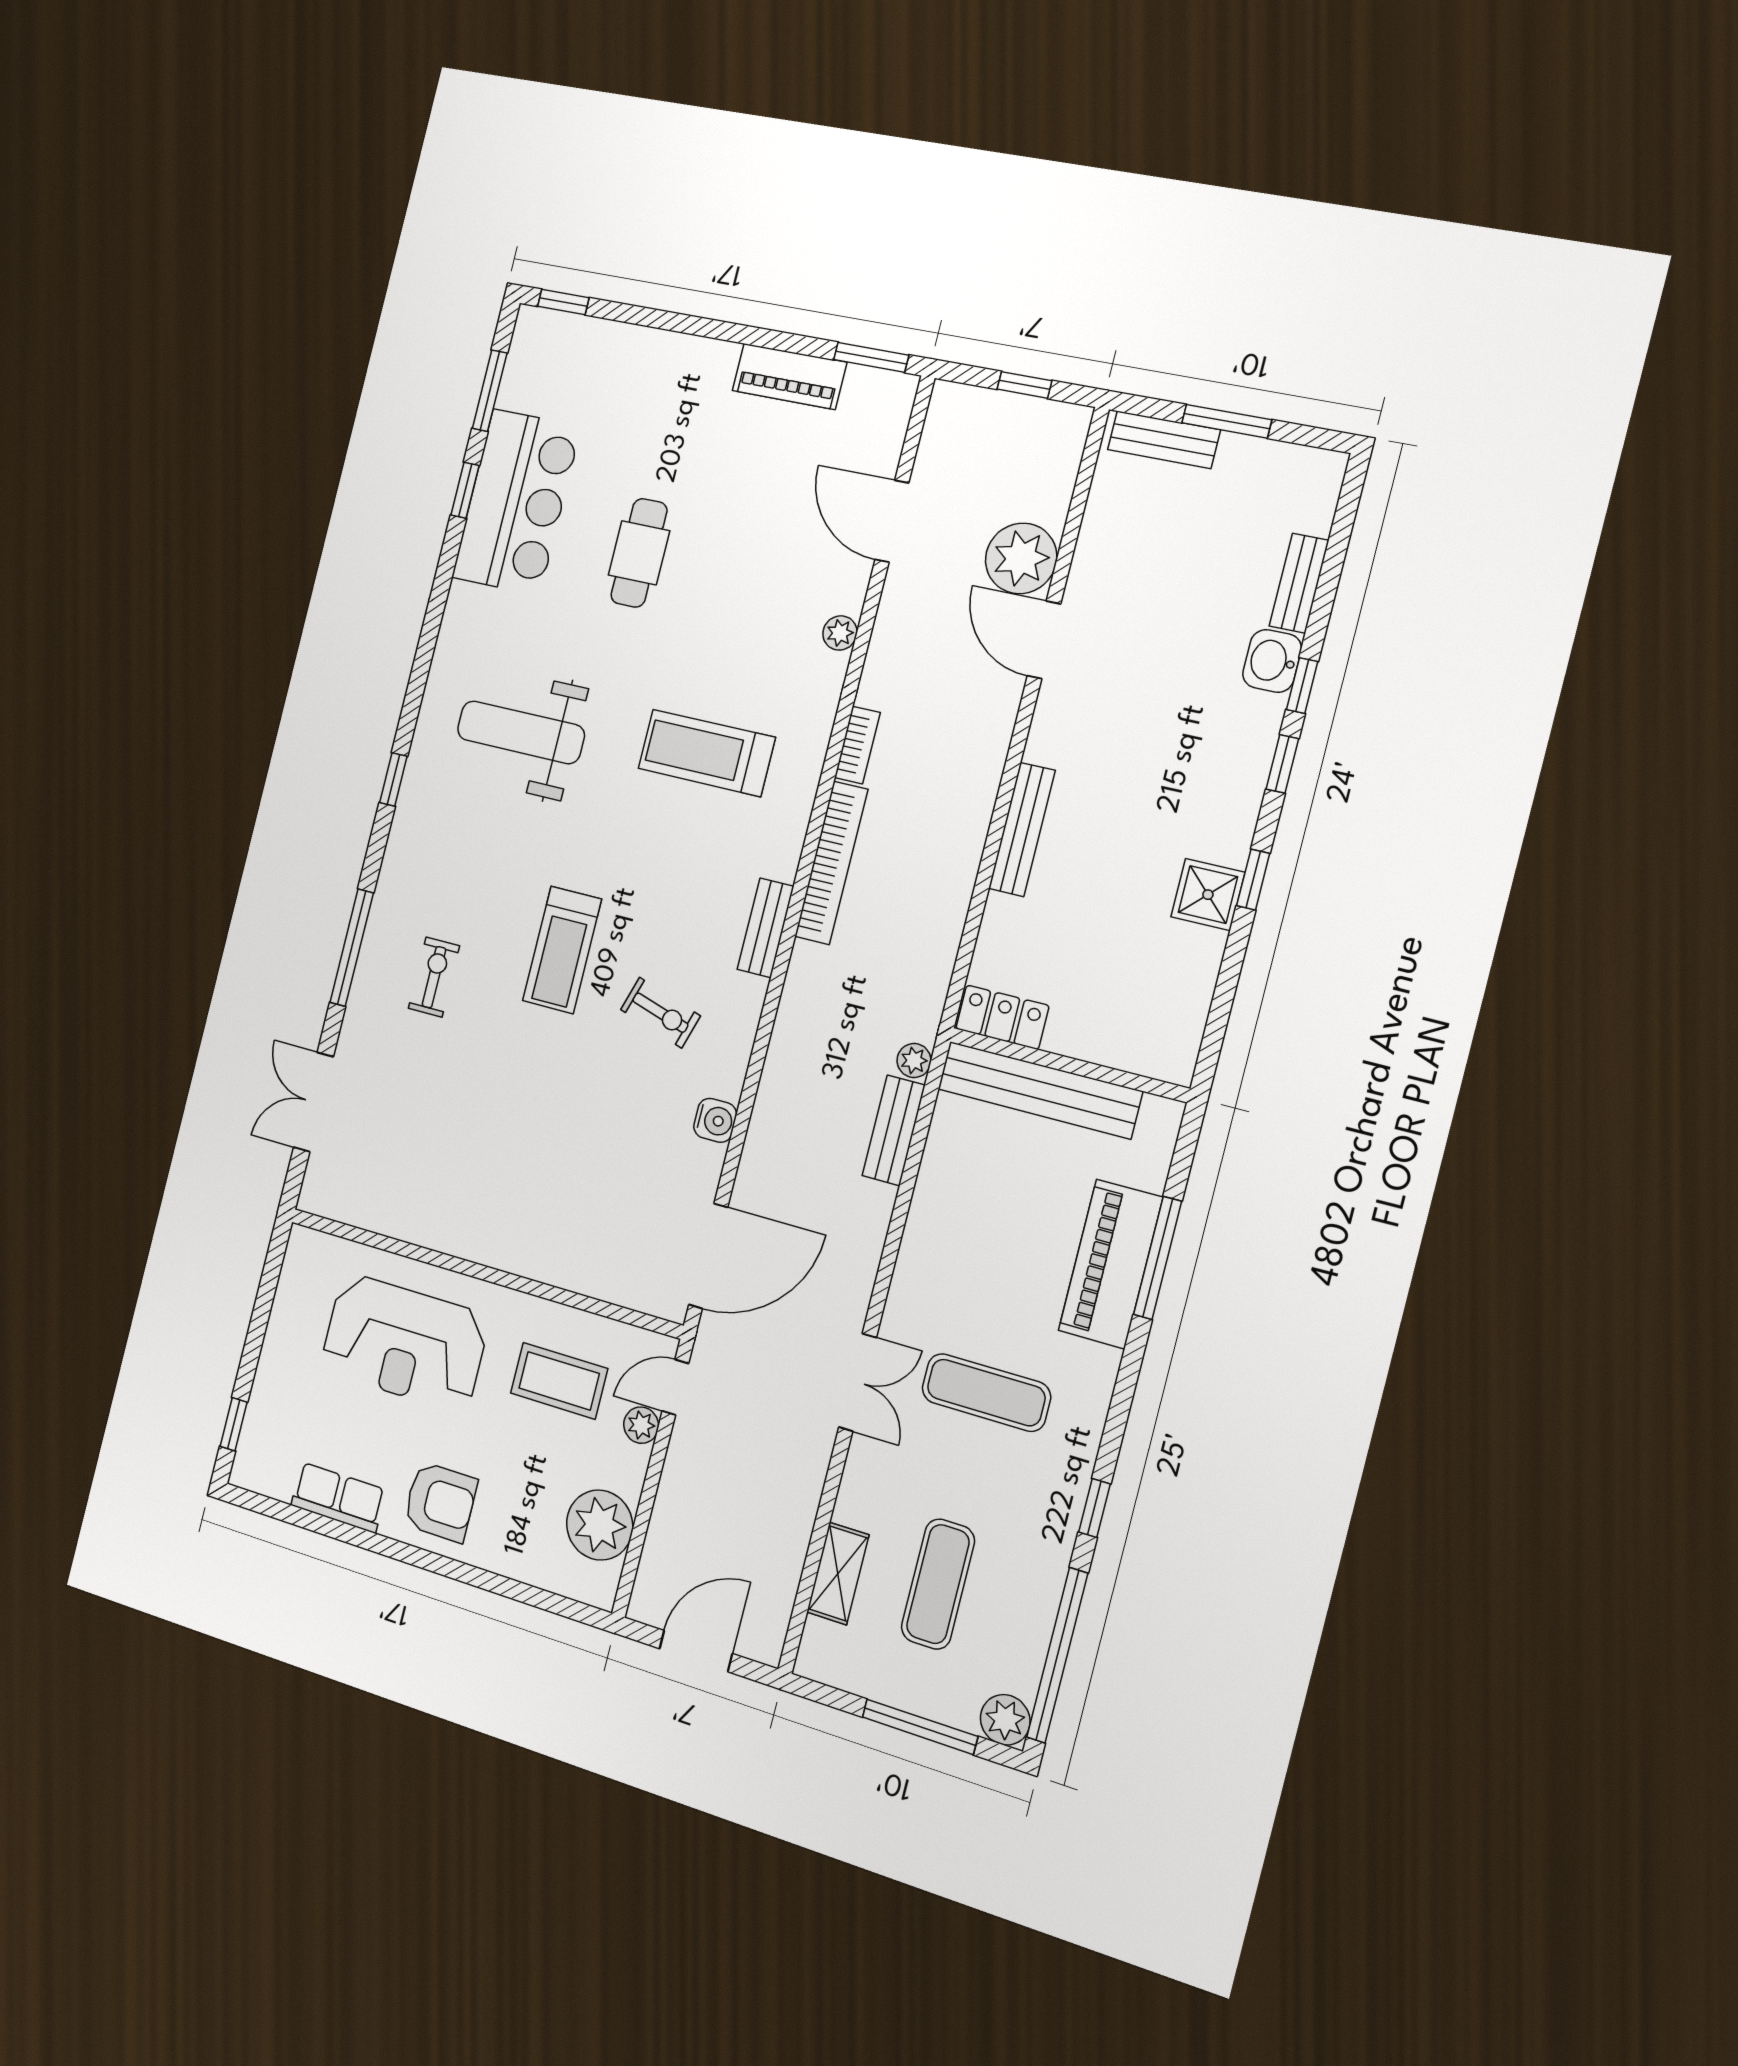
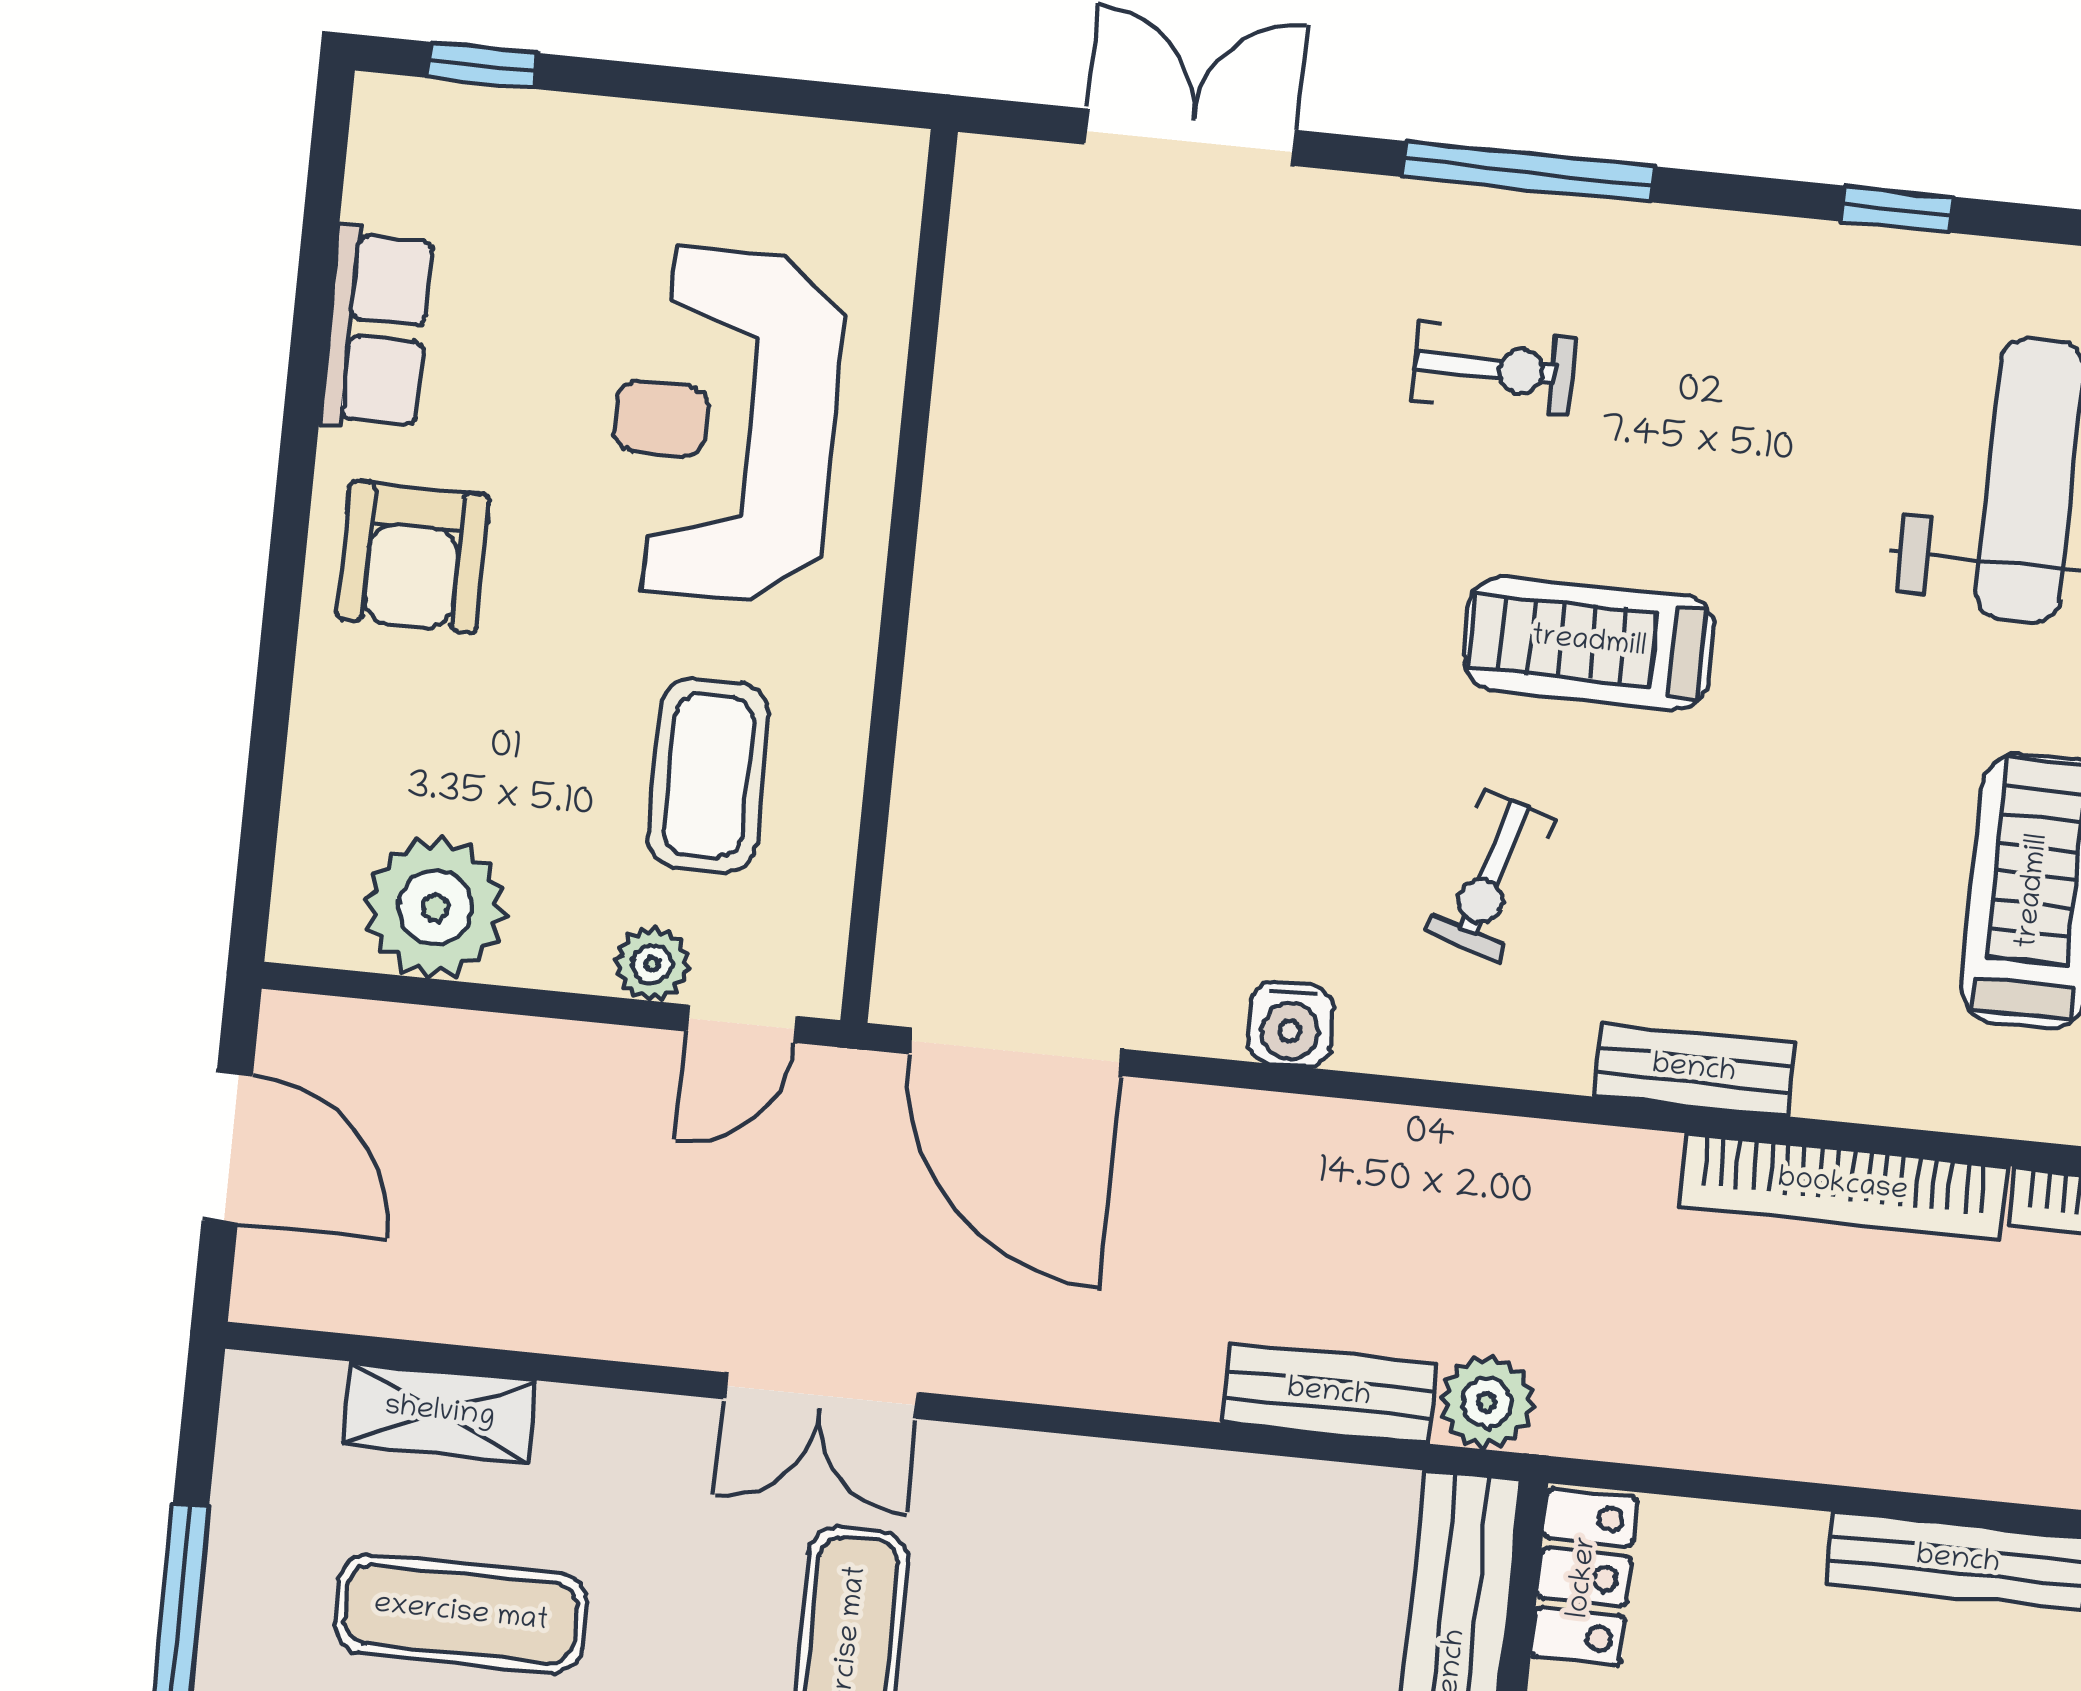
plant: (914, 1061) -> (1487, 1402), width x1.38, depth x1.38
door: (675, 1387) -> (742, 1024), swing flipped

